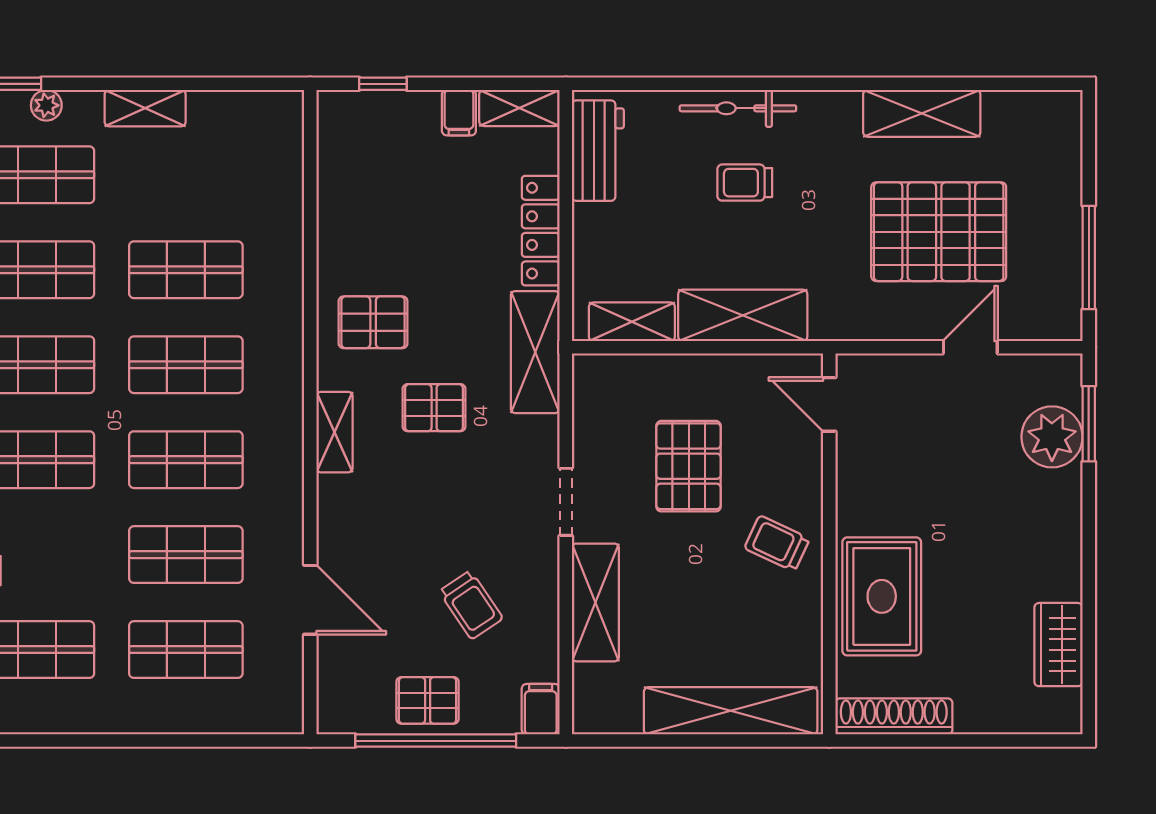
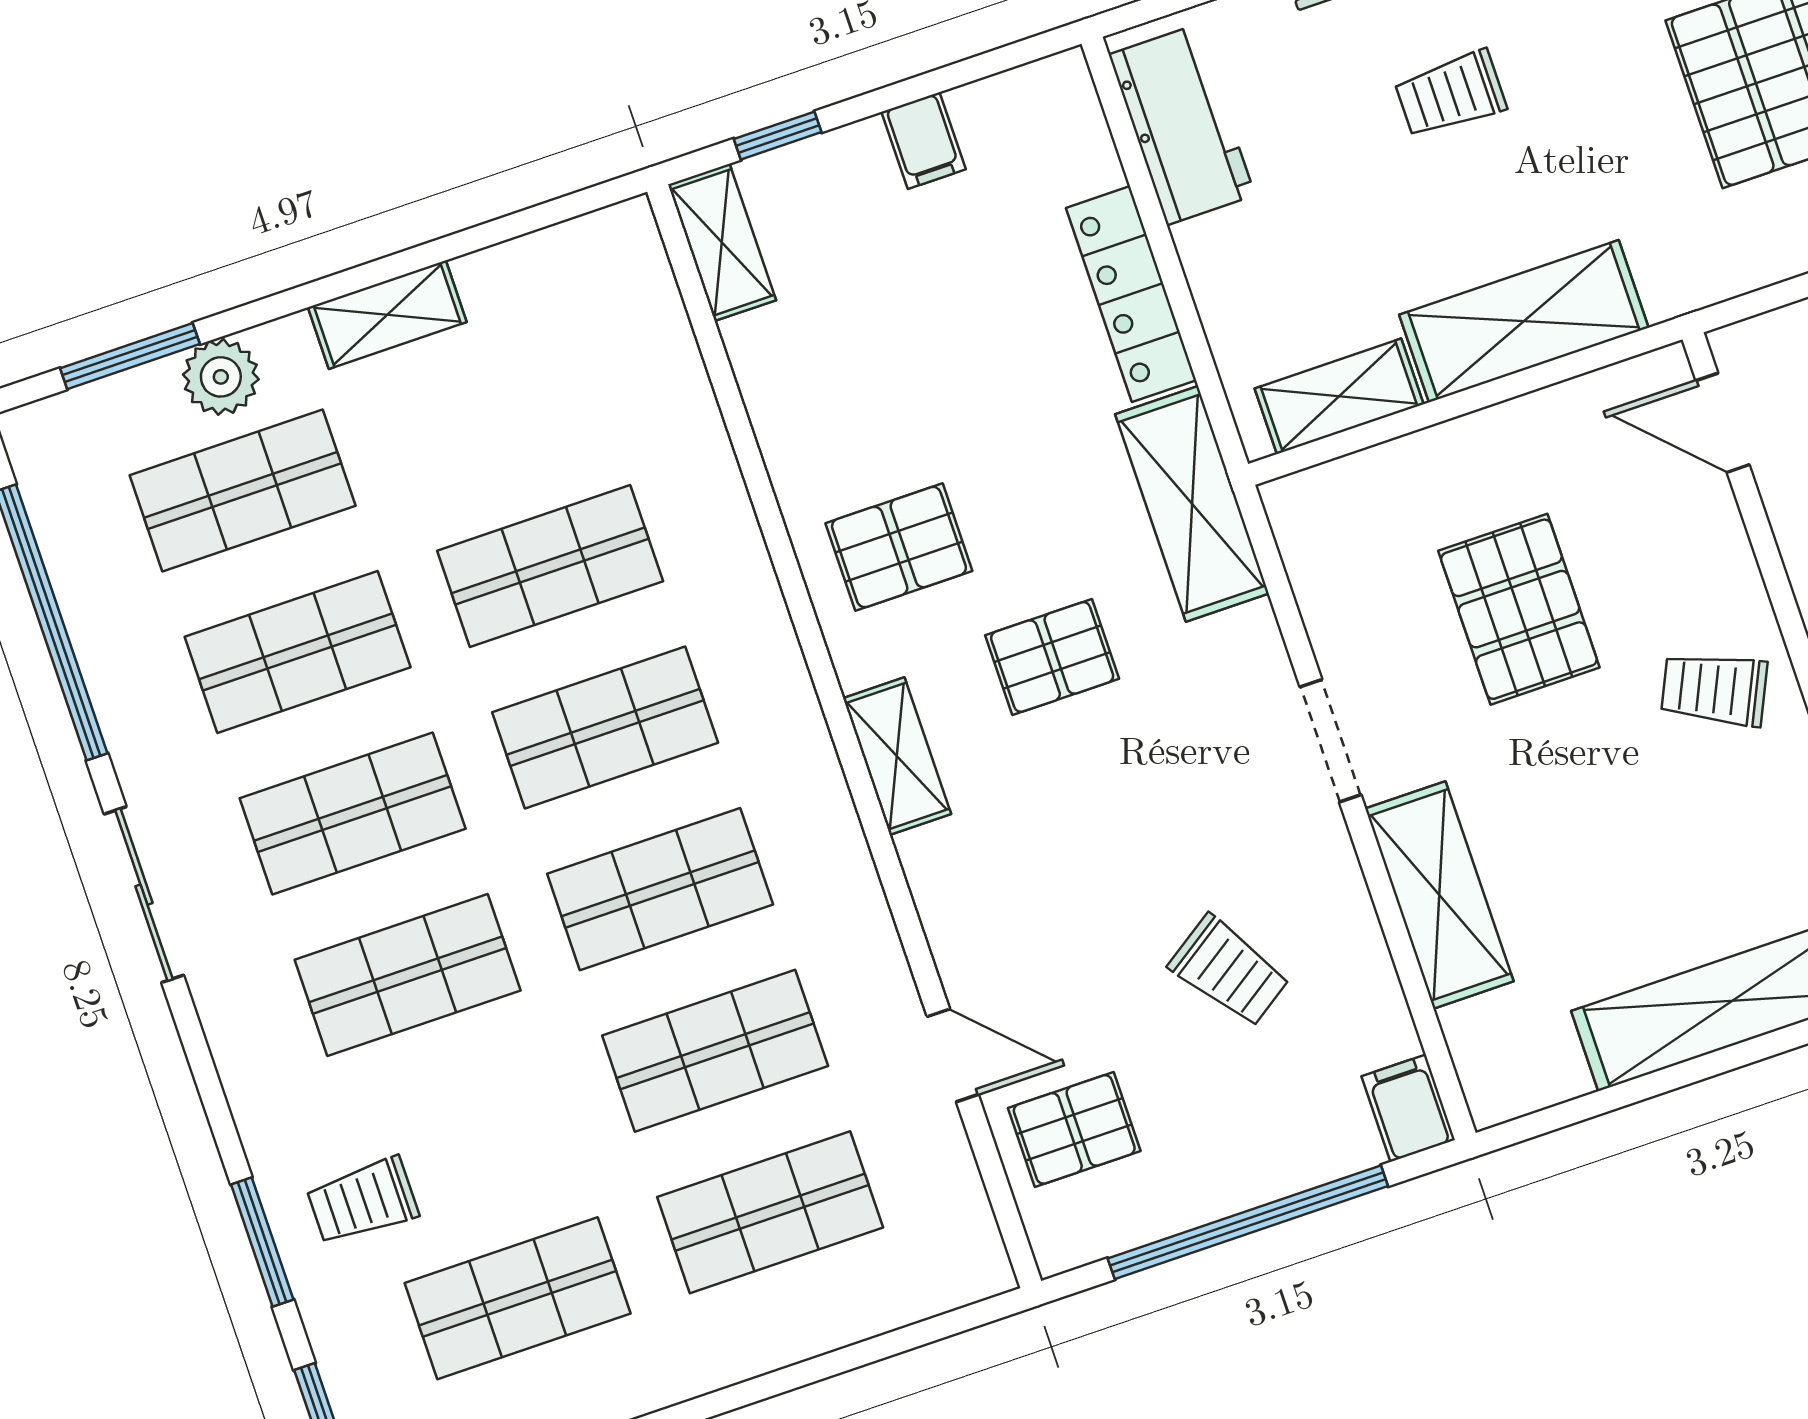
plant: (46, 105) -> (221, 377), width x1.38, depth x1.38
shelving: (519, 108) -> (722, 242), moved, turned 90
door: (310, 600) -> (953, 1055), width x0.73
pallet: (428, 700) -> (1074, 1129), moved

